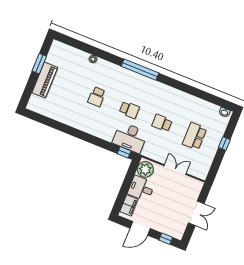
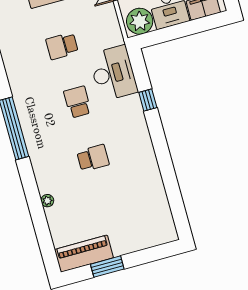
piano: (45, 80) -> (84, 254), moved
school desk: (162, 123) -> (62, 46), turned 90
window: (124, 152) -> (148, 100), moved

